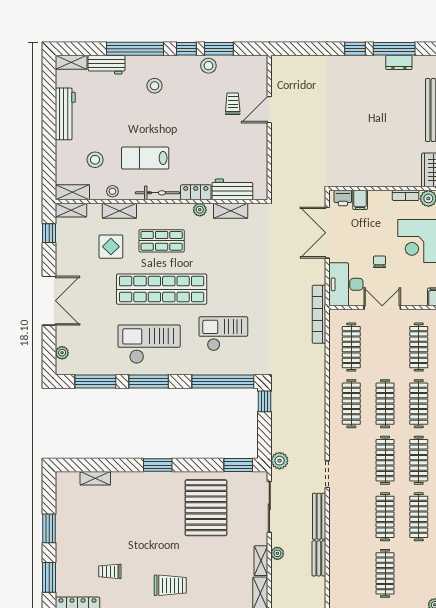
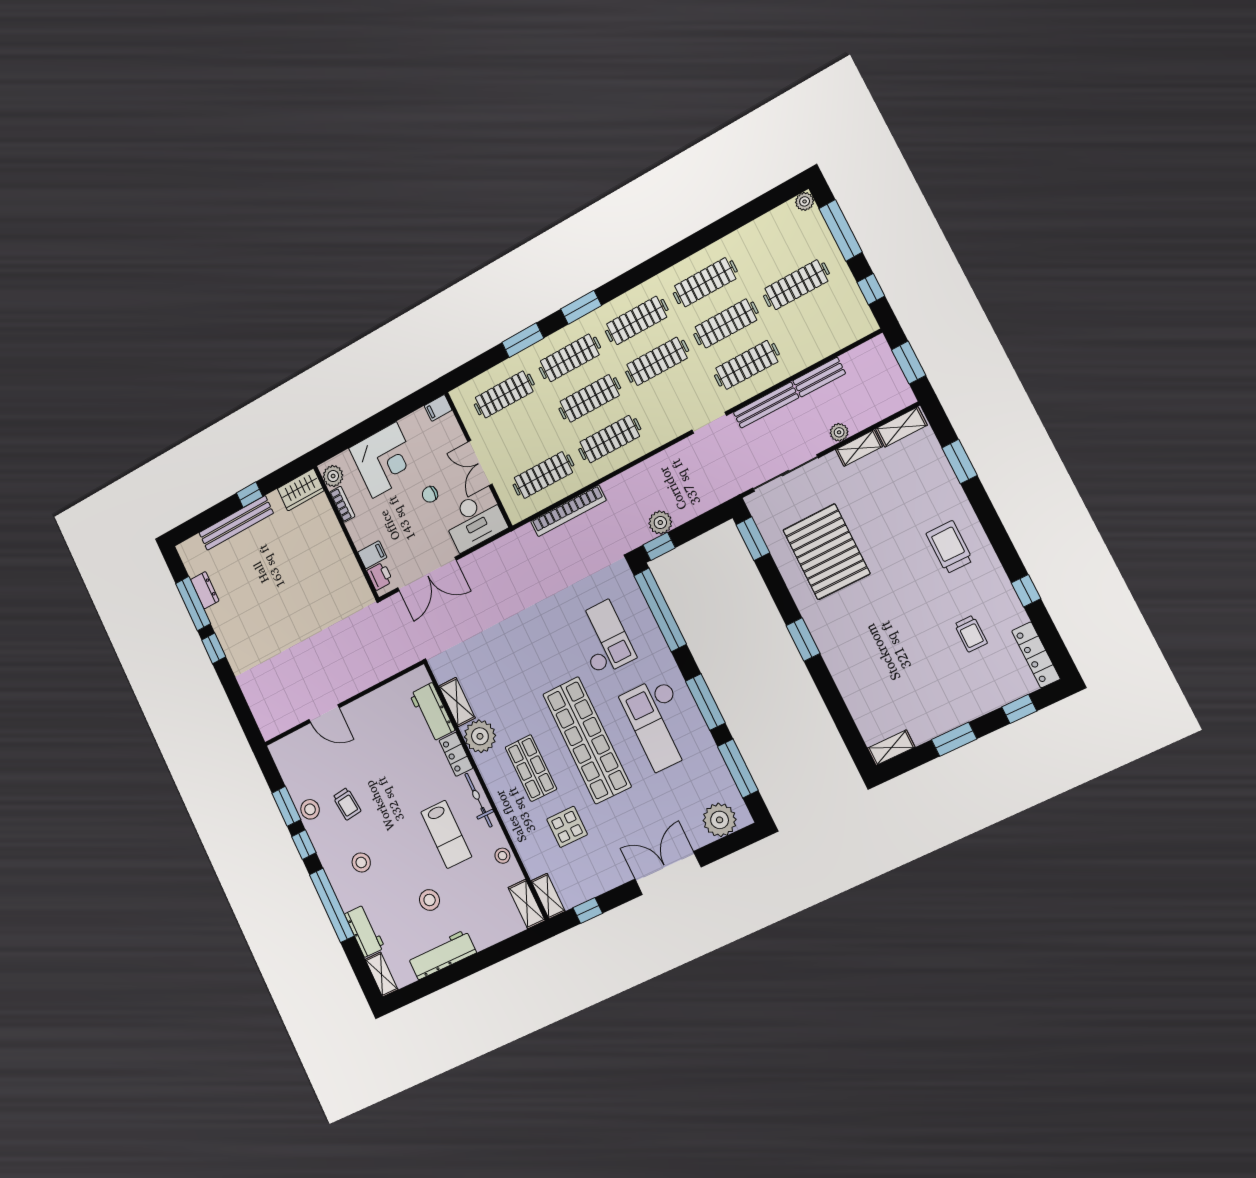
trolley: (233, 104) -> (347, 804), moved, turned -96
stool: (95, 160) -> (430, 900), moved
plant: (200, 210) -> (480, 736), width x1.87, depth x1.87
shelving: (119, 211) -> (521, 836), removed
bookcase: (319, 314) -> (568, 511), moved
checkout: (223, 334) -> (603, 638), turned 180
plant: (62, 353) -> (720, 820), width x1.87, depth x1.87
plant: (280, 461) -> (660, 523), moved
shelving: (95, 478) -> (891, 748), moved, turned 90
pallet: (206, 508) -> (826, 552), turned 90
clothes rail: (351, 517) -> (747, 365), added
window: (49, 577) -> (1019, 709), width x0.67

